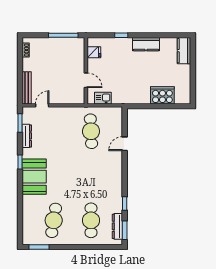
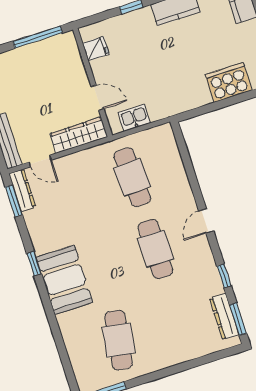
wardrobe: (68, 98) -> (79, 135), added
door: (42, 105) -> (40, 161), swing flipped
dresser: (27, 136) -> (22, 190), moved
door: (125, 144) -> (206, 221), moved
cafe table: (91, 220) -> (155, 249), moved

